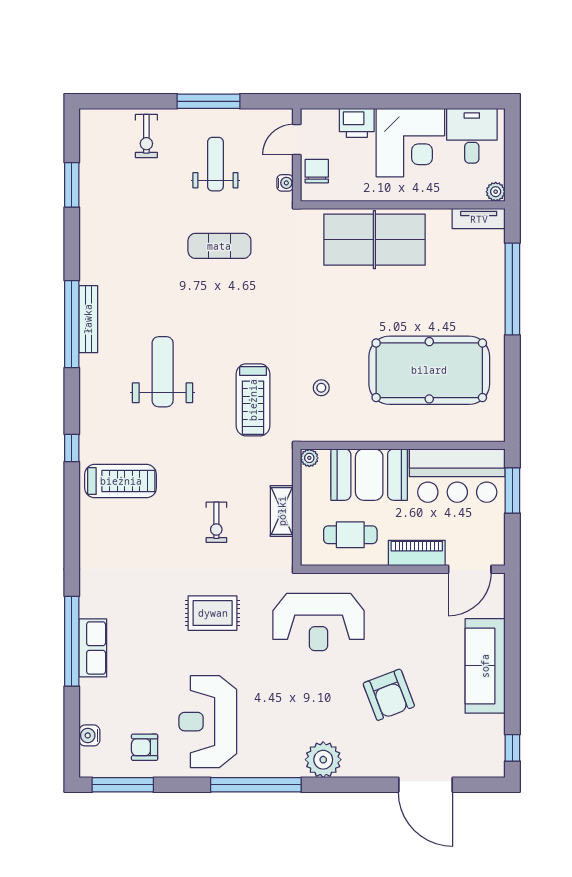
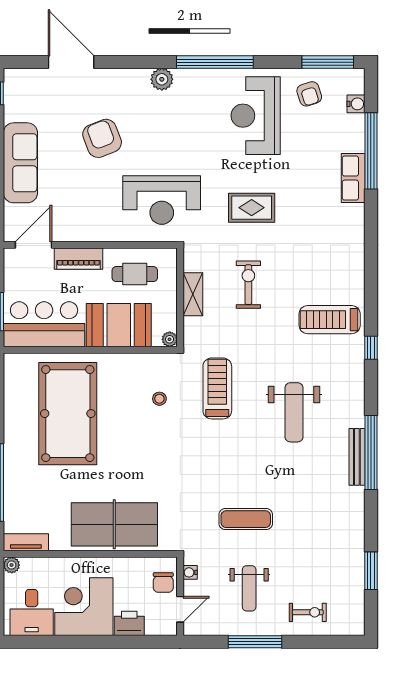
exercise bike: (146, 136) -> (308, 612), turned 90
pool table: (429, 370) -> (68, 414), turned 90
exercise bike: (216, 522) -> (248, 285), width x1.38, depth x1.39
reception desk: (319, 622) -> (162, 200), turned 180
window: (72, 641) -> (371, 151), moved
reception desk: (208, 722) -> (256, 116), turned 180
armchair: (145, 747) -> (309, 94), turned 72
plant: (323, 760) -> (162, 79), width x0.73, depth x0.73

